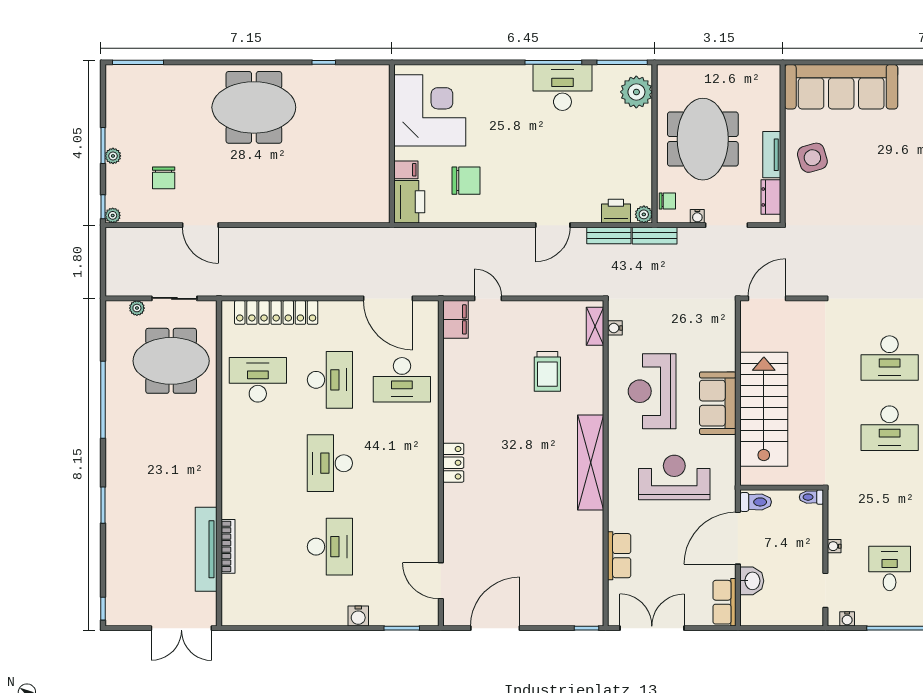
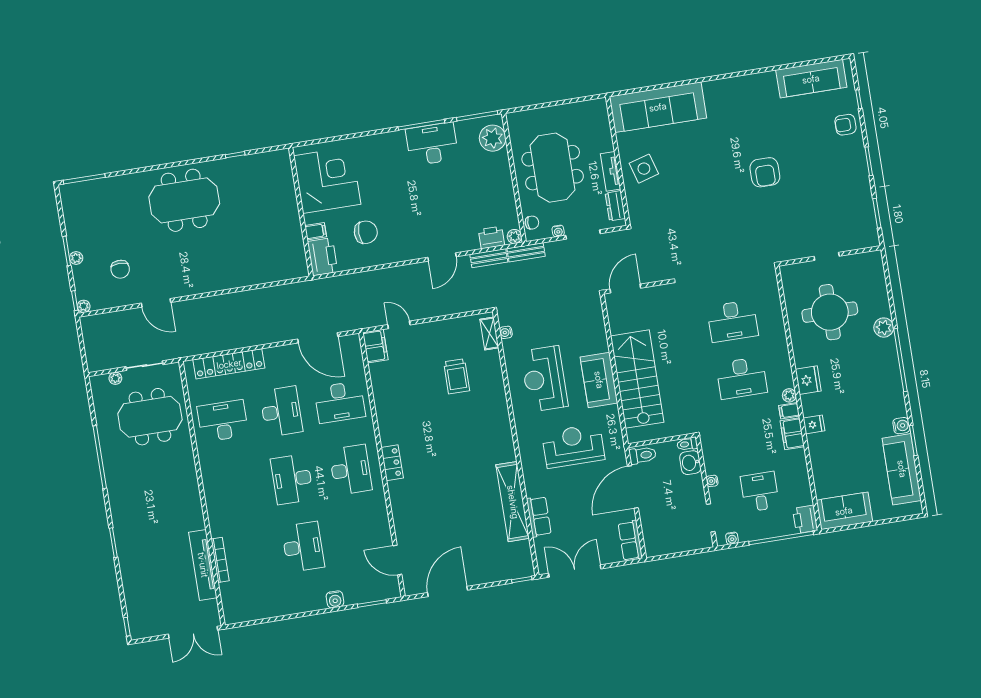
desk: (402, 463) -> (351, 470), added
shelving: (591, 463) -> (513, 502), moved
washbasin: (752, 581) -> (690, 463), moved, turned 180

